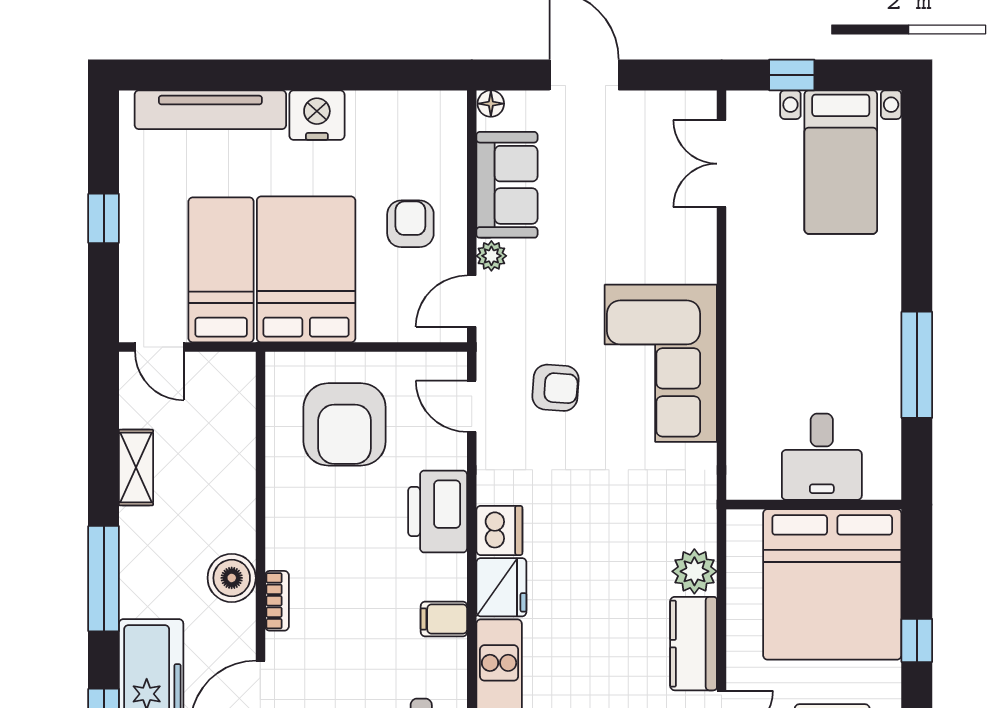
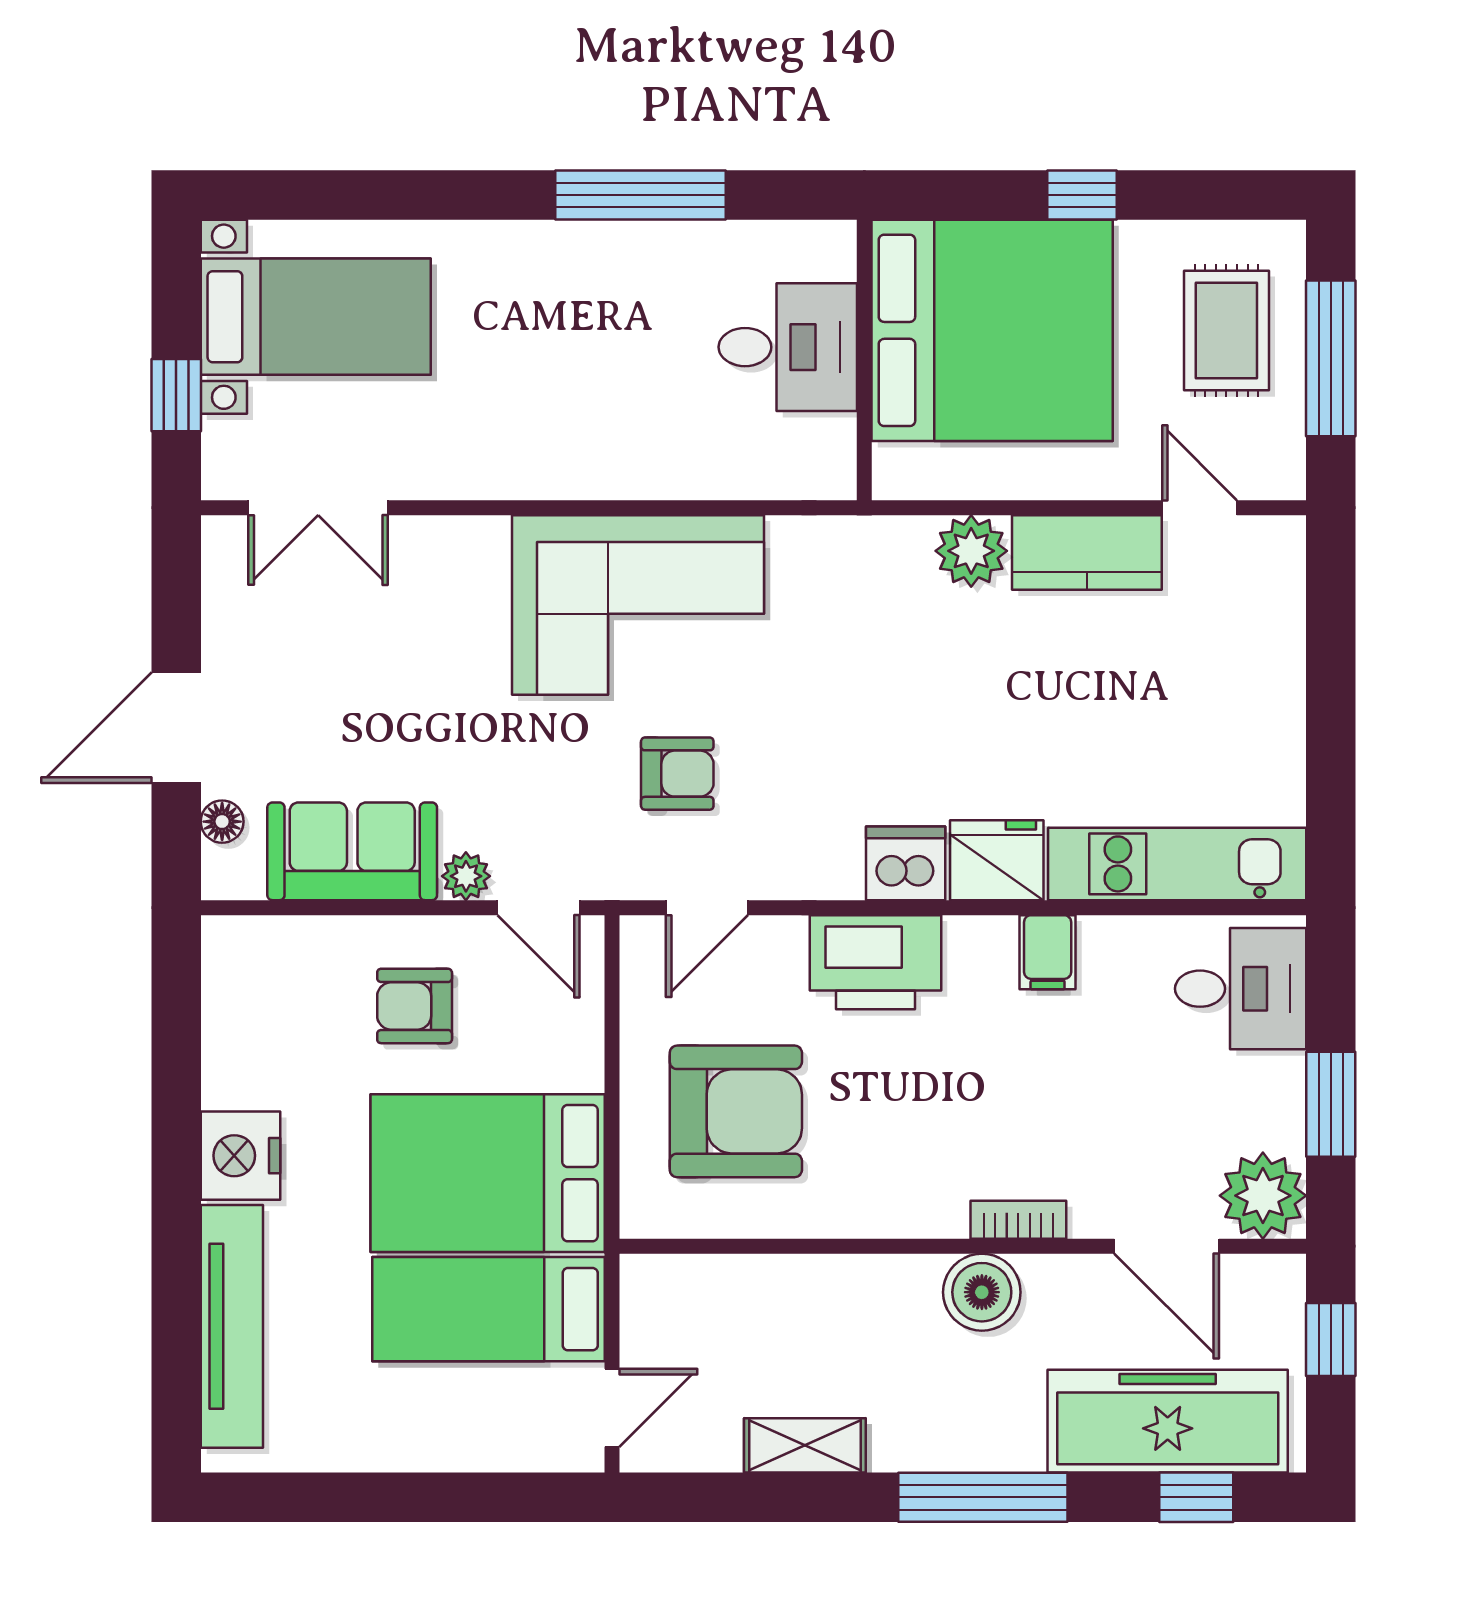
floor lamp: (491, 104) -> (222, 822), moved
window: (104, 218) -> (406, 1497), removed
armchair: (555, 388) -> (677, 774), turned 86

